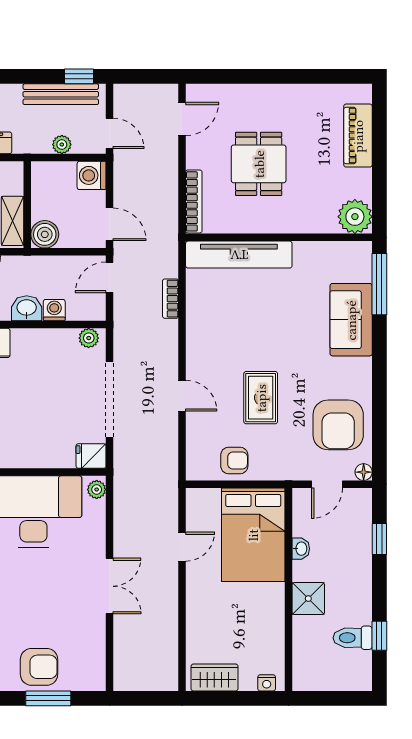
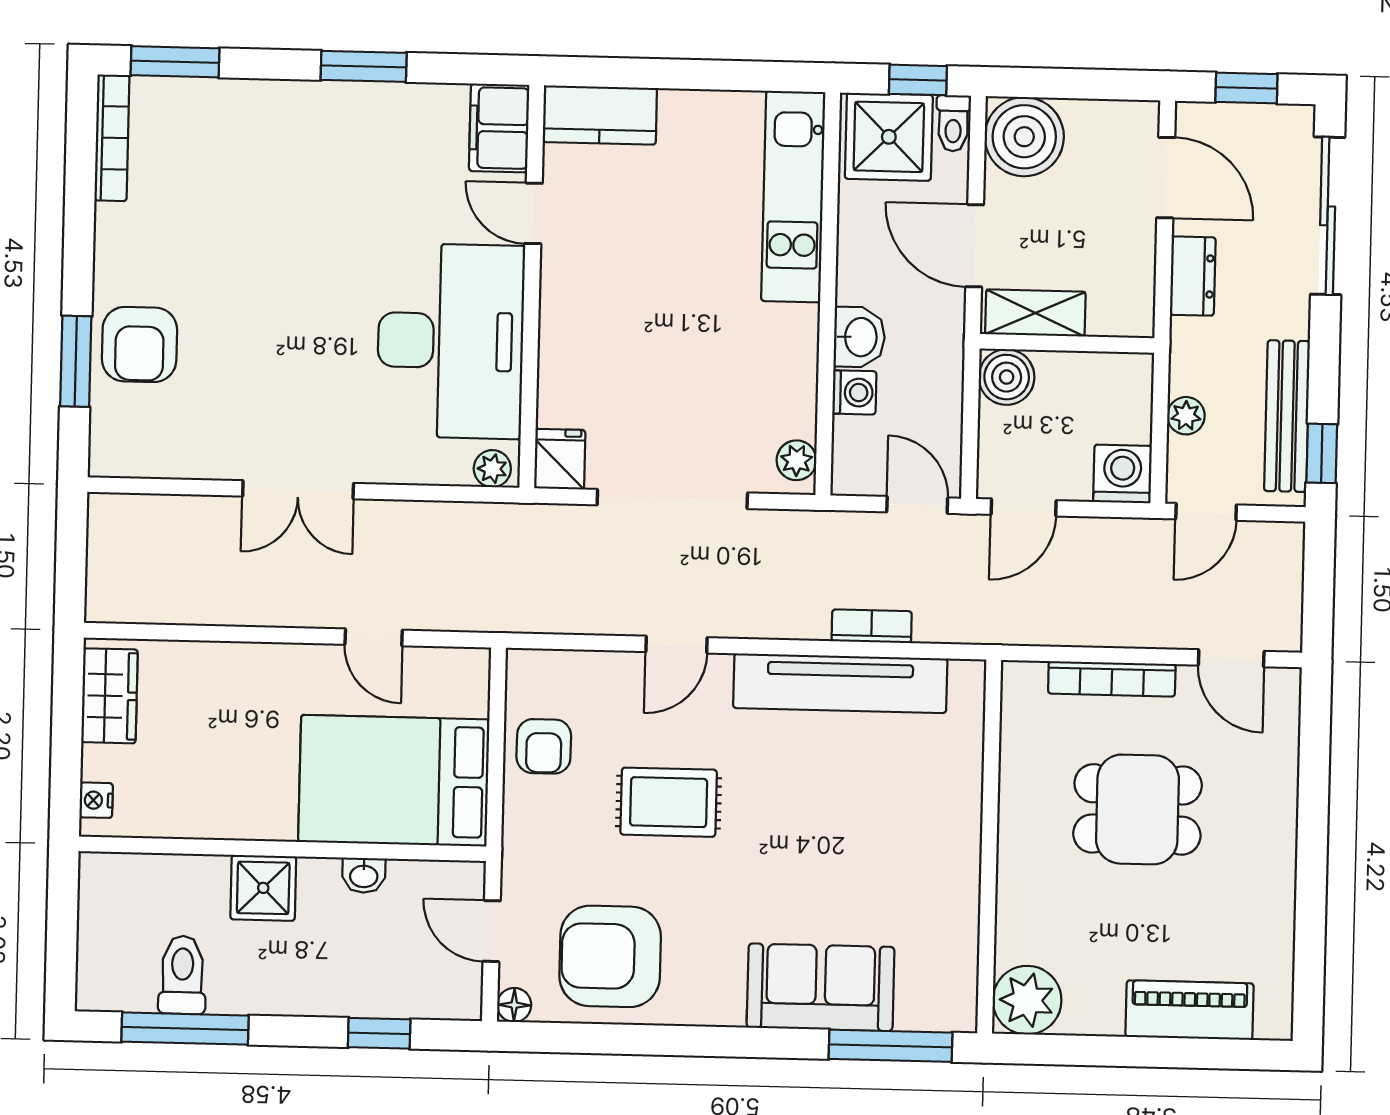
bookcase: (194, 201) -> (1112, 679), moved
tv unit: (239, 255) -> (840, 683), moved, turned -90
window: (379, 636) -> (185, 1029), width x2.17

